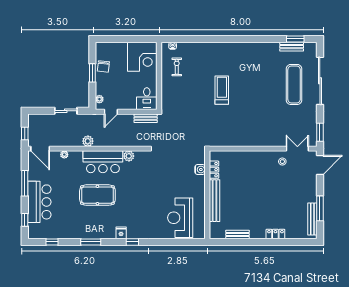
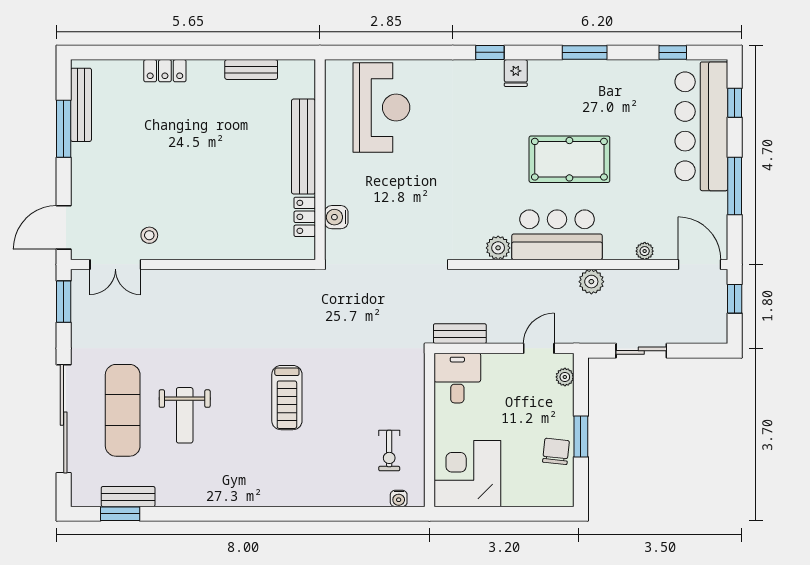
weight bench: (267, 82) -> (185, 415), added
bar counter: (39, 202) -> (701, 126), width x1.36

